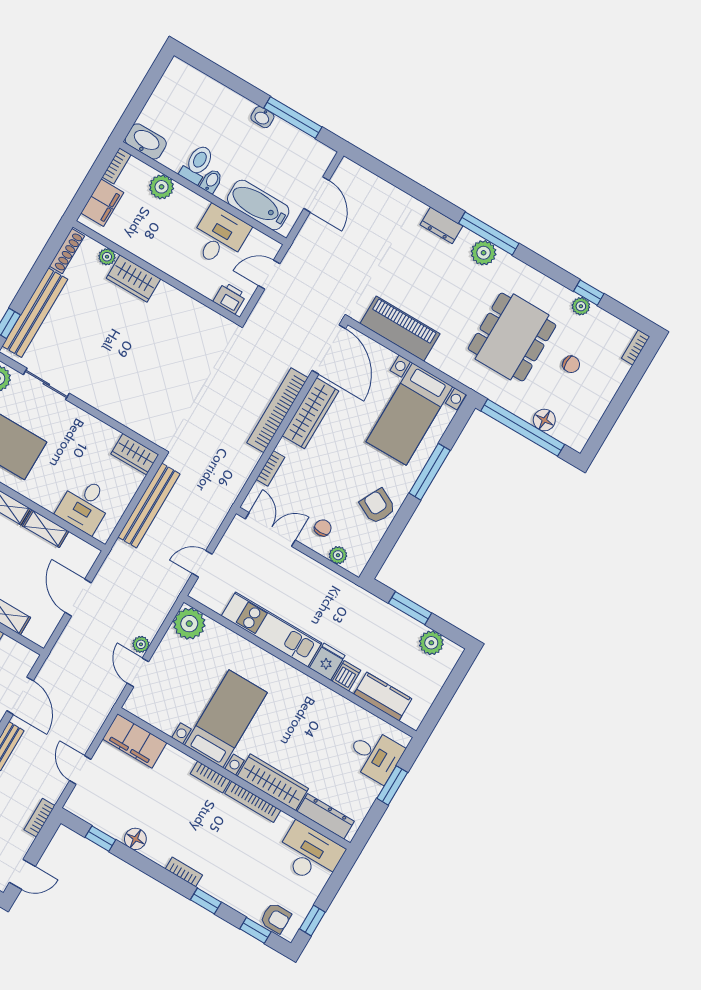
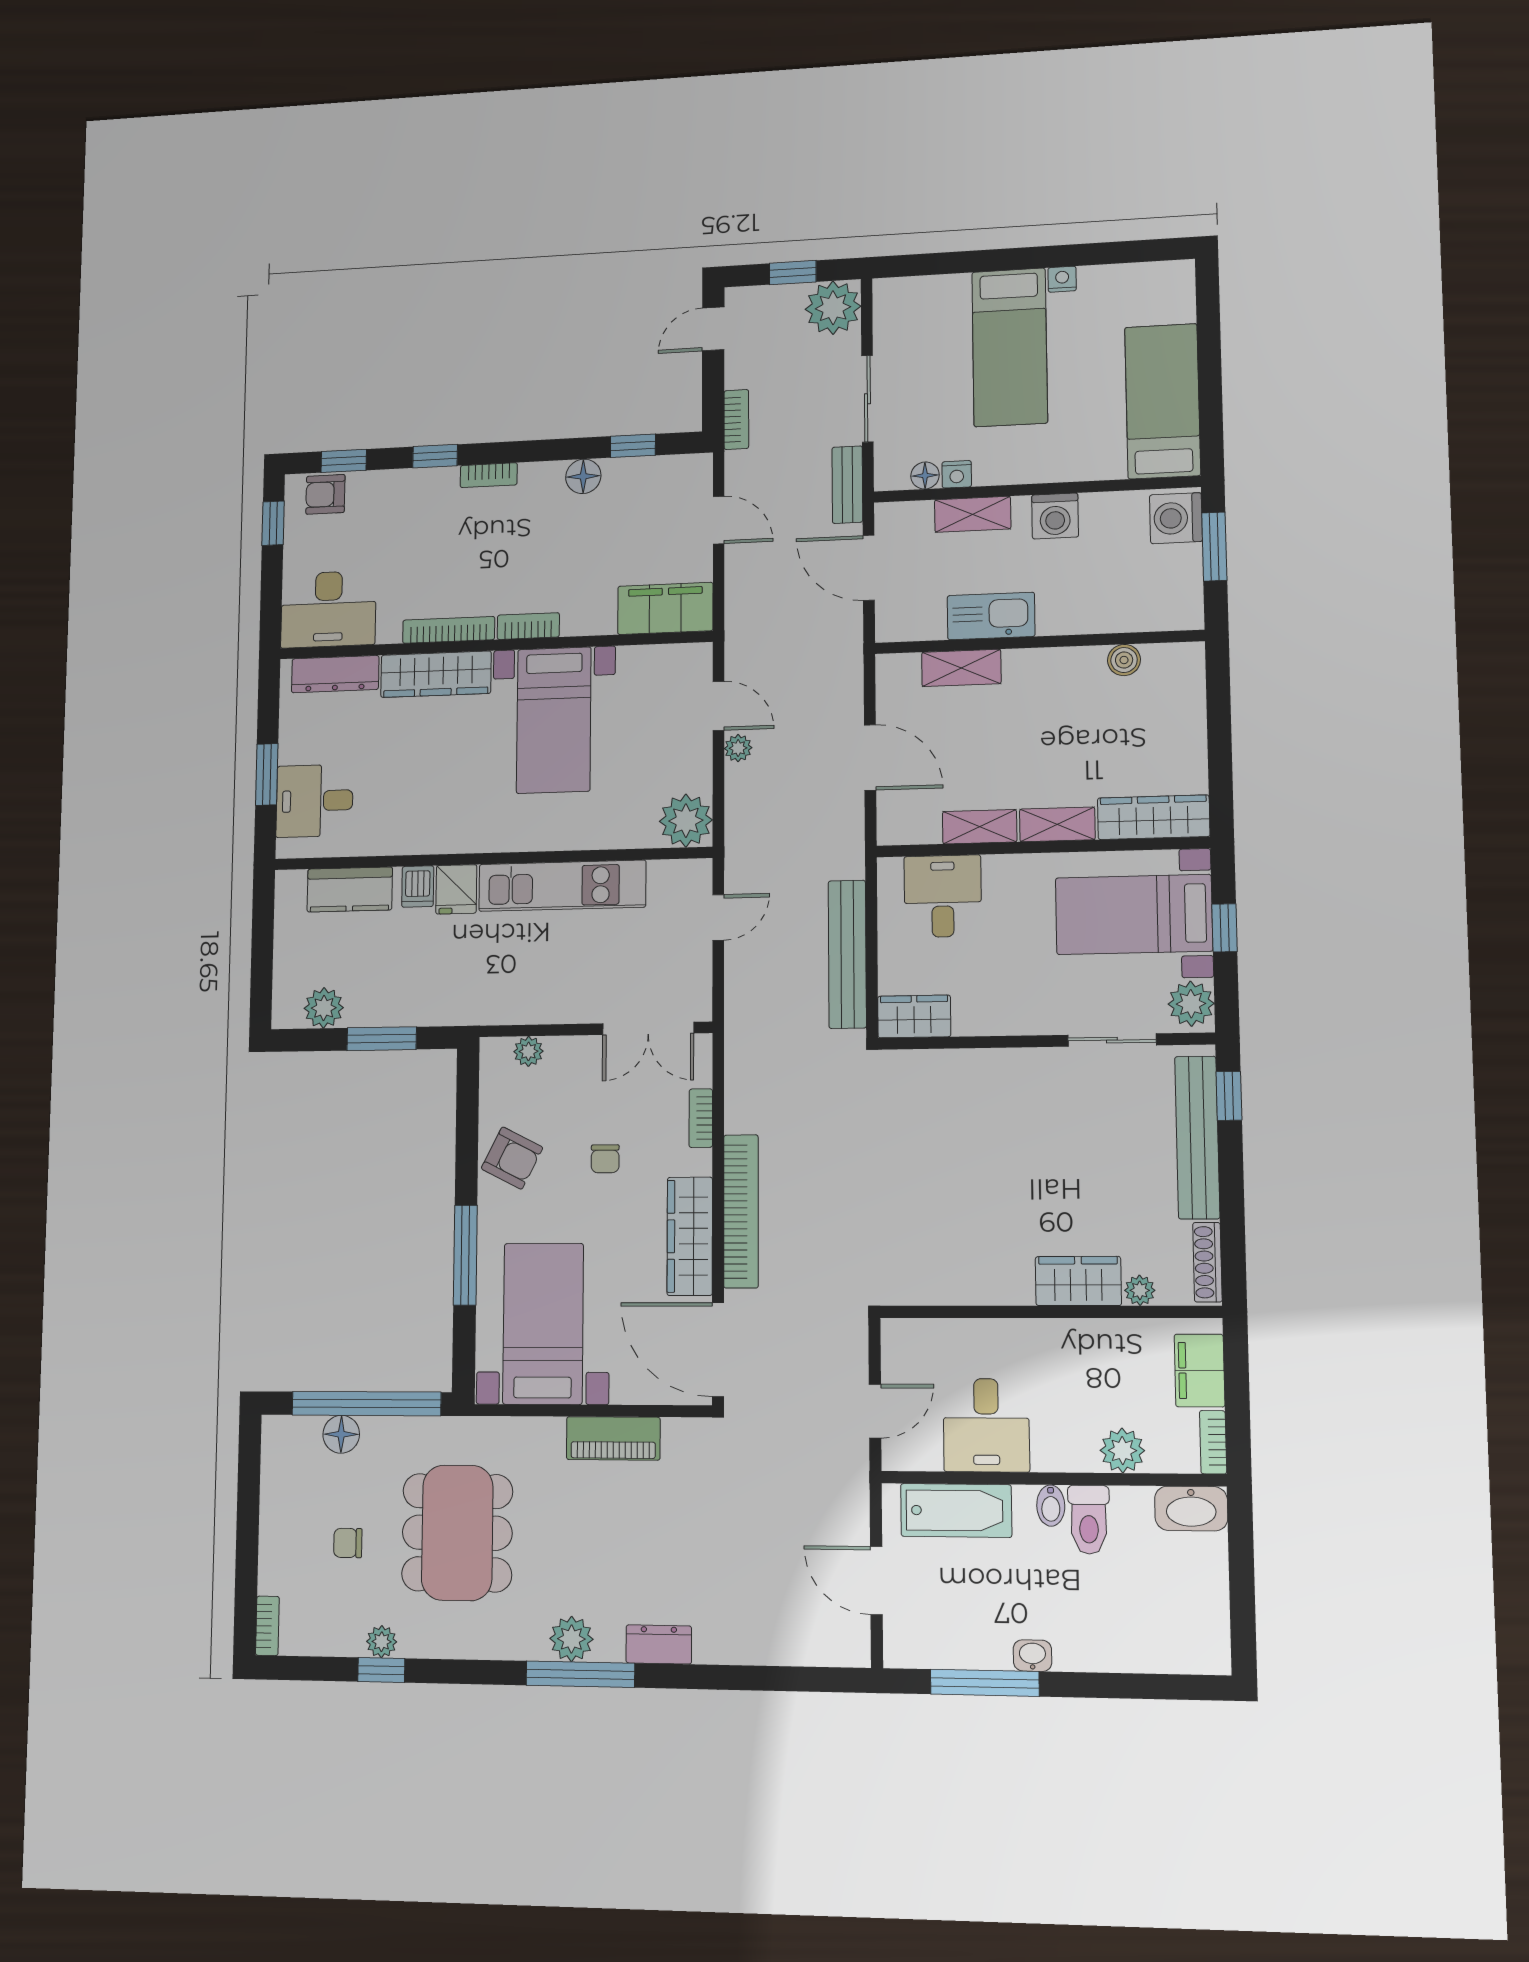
printer: (230, 298) -> (914, 1339), removed
piano: (400, 329) -> (613, 1438), width x0.73, depth x0.75
chair: (323, 528) -> (605, 1159), moved

